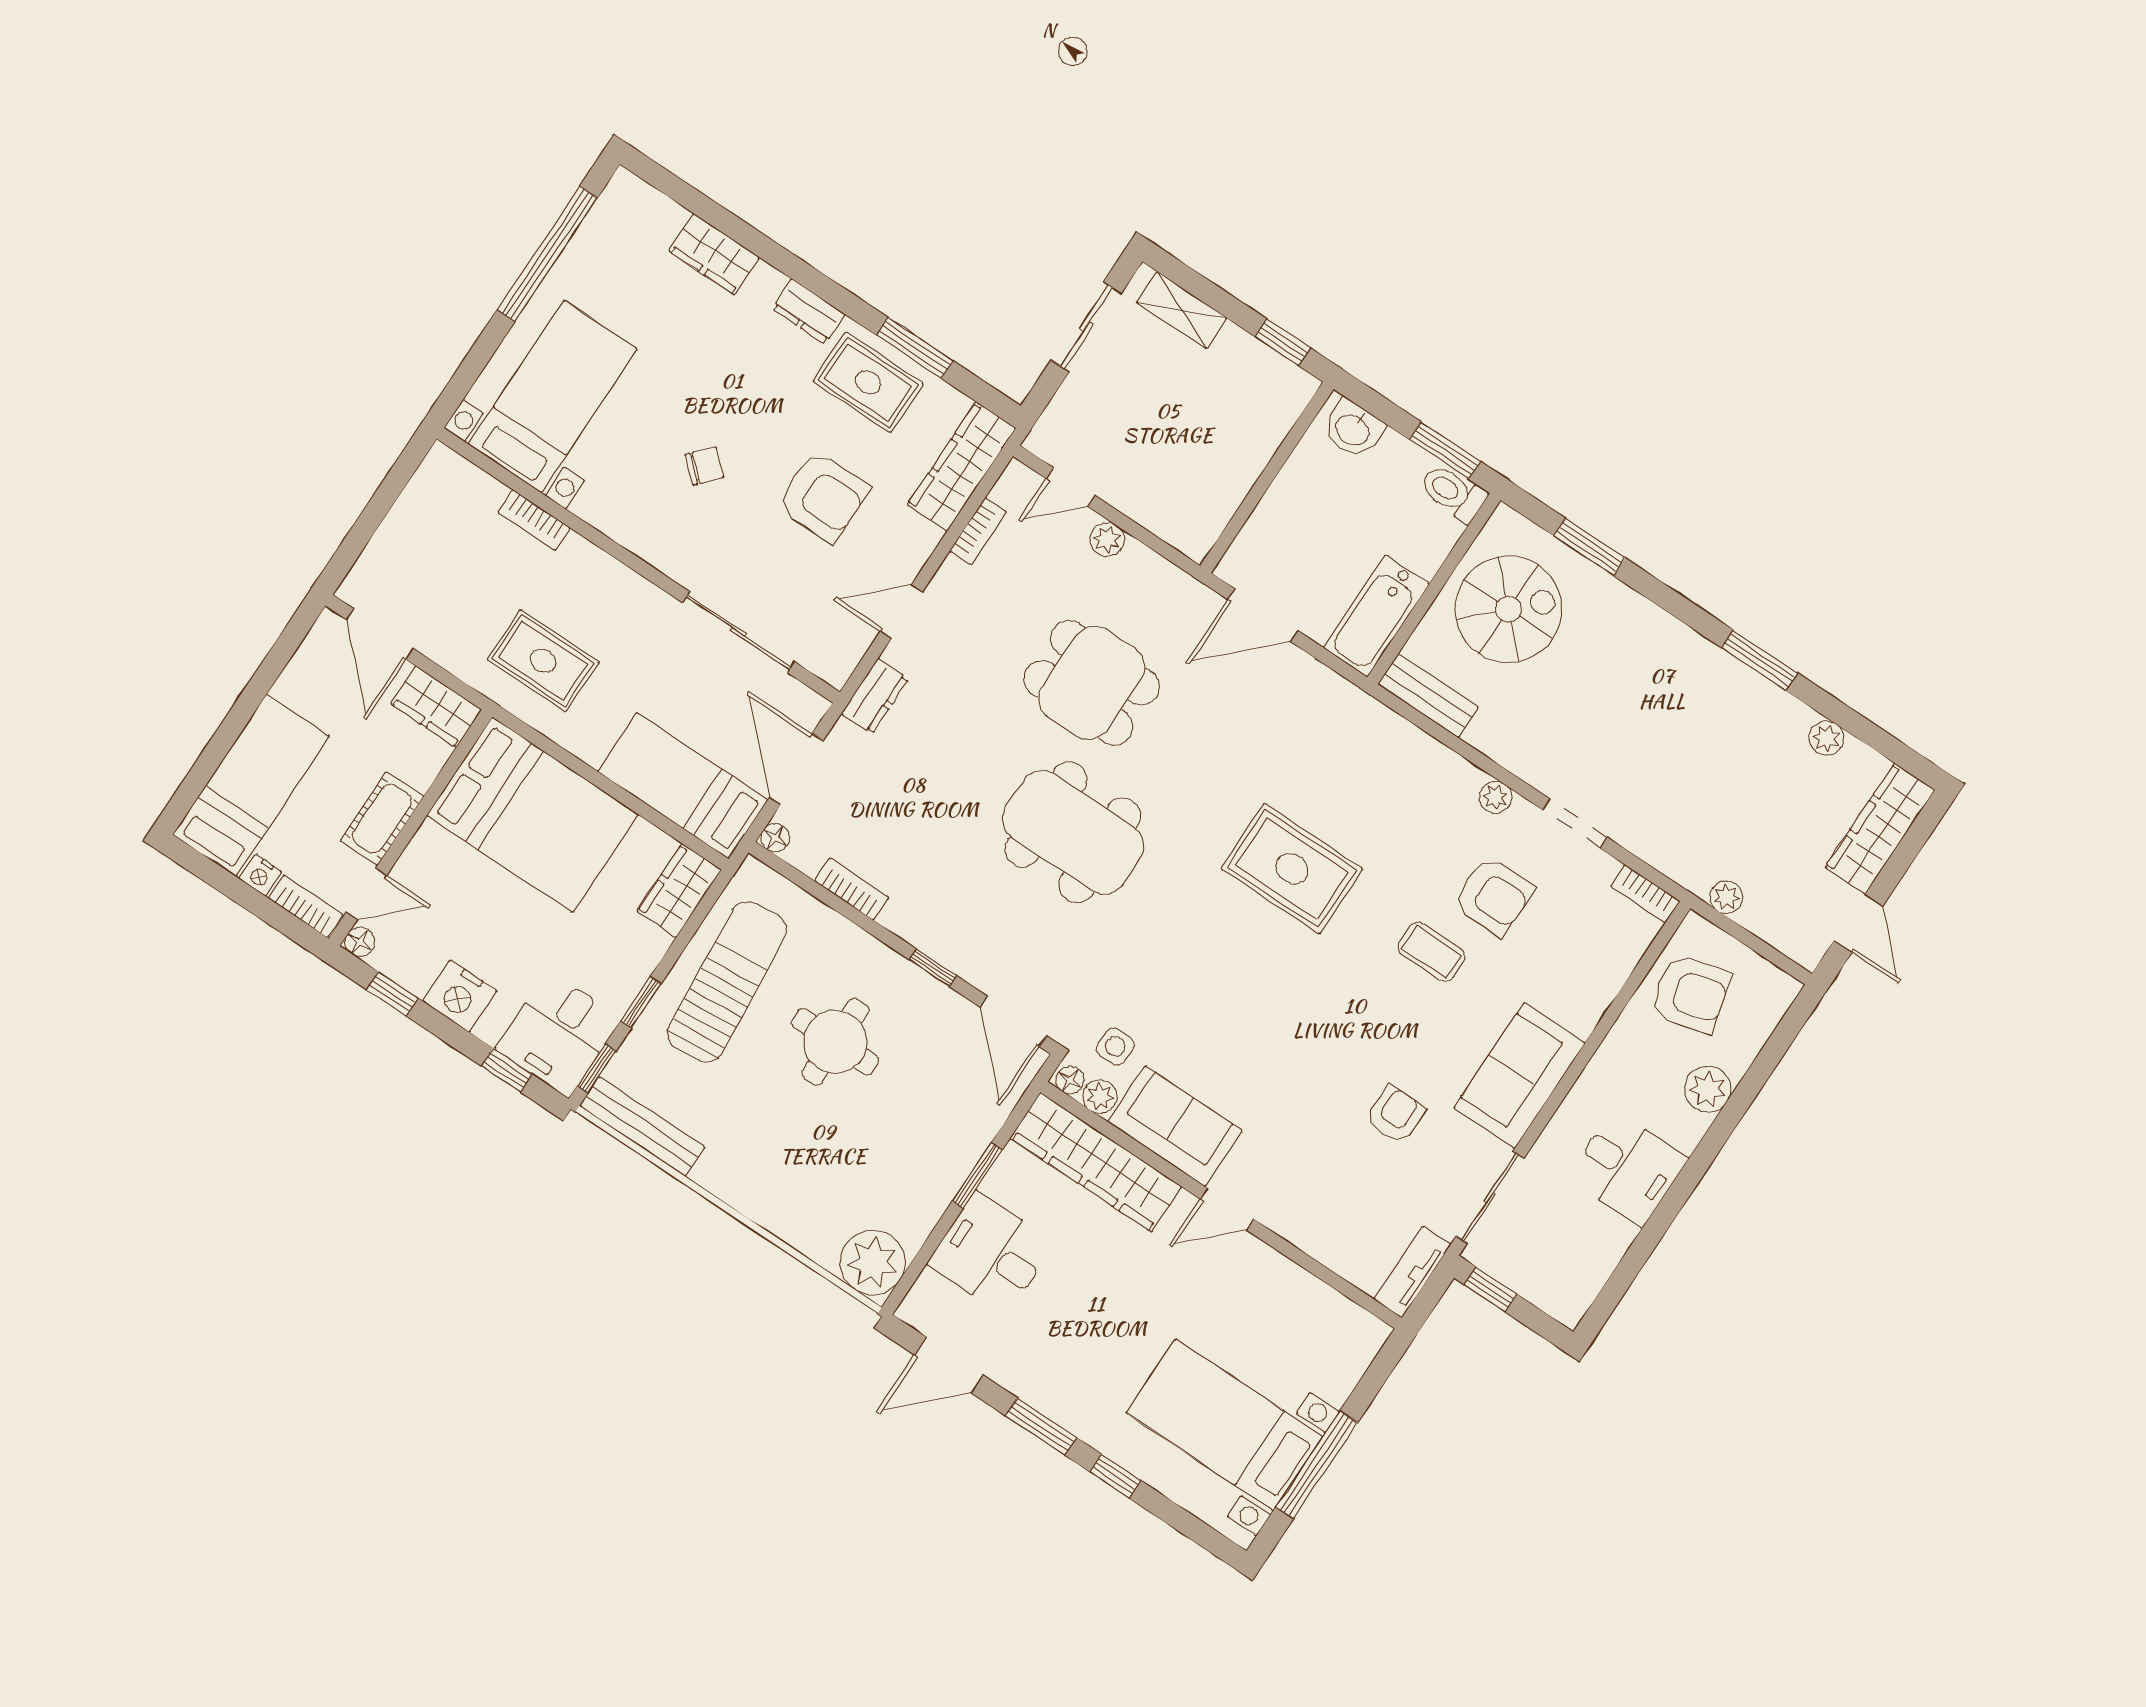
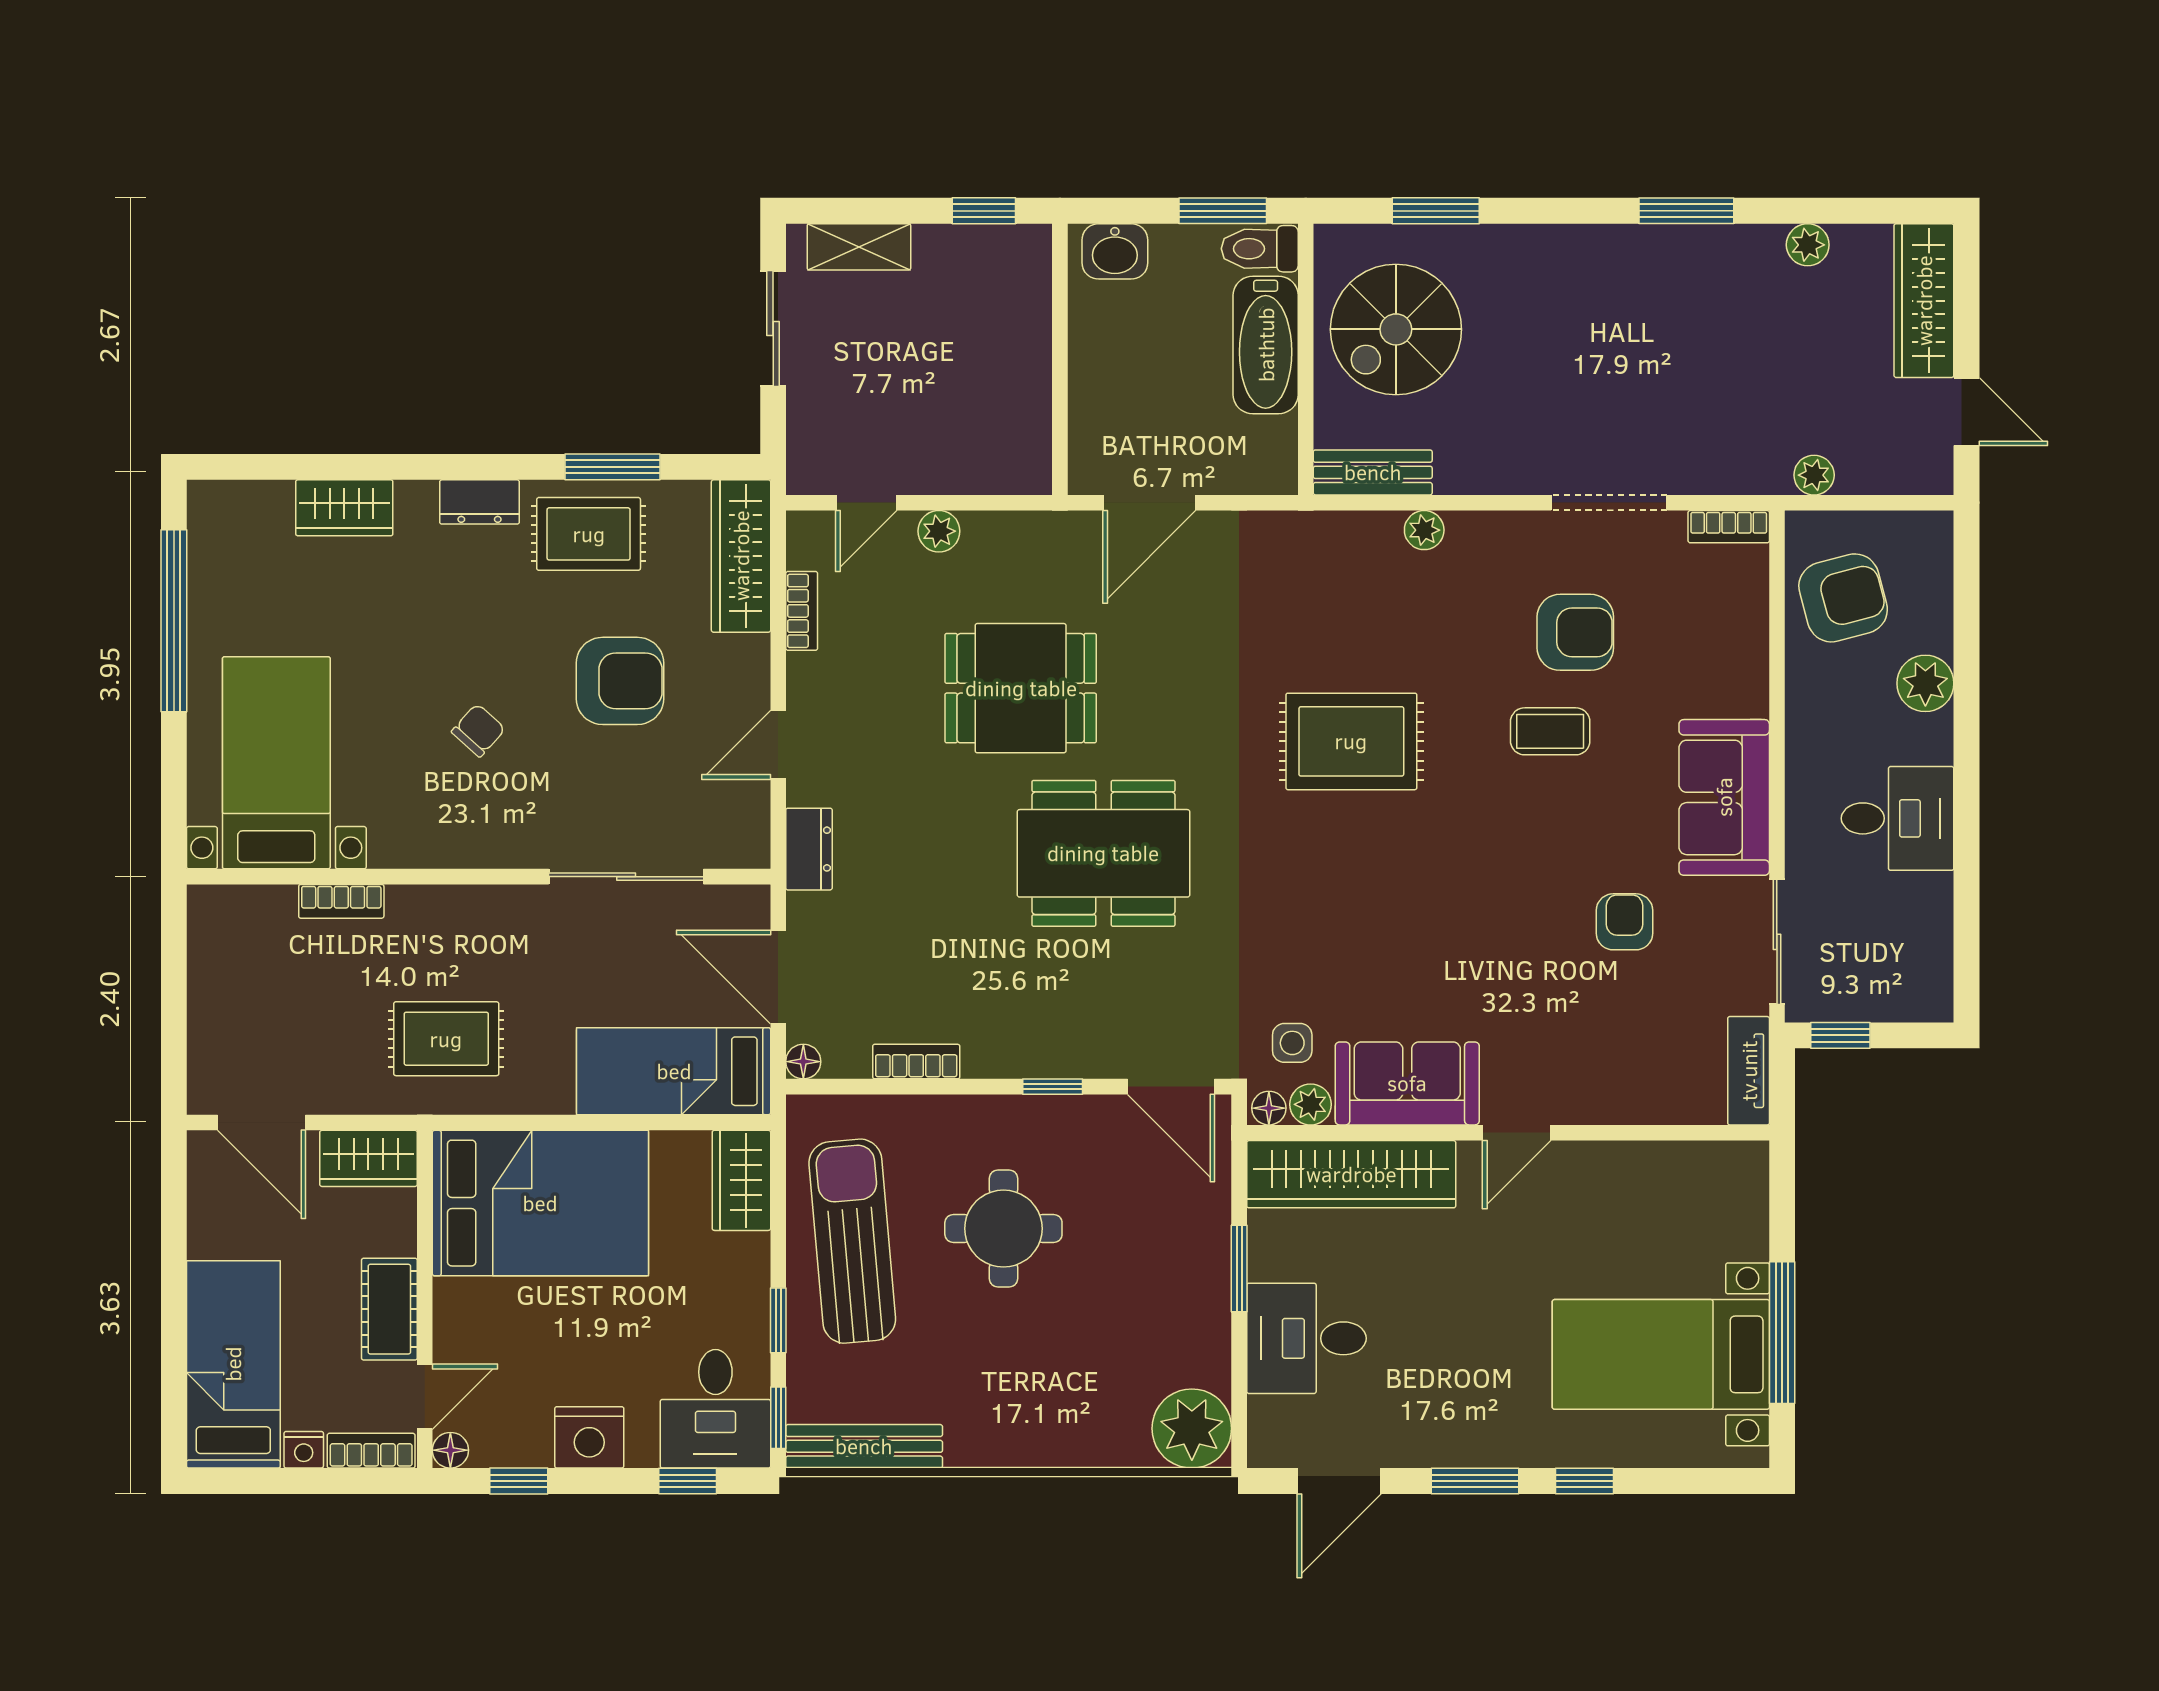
spiral stairs: (1509, 609) -> (1396, 329), turned 180
bathtub: (1376, 616) -> (1266, 345), moved
plant: (1495, 797) -> (1424, 530), moved
doorway: (1575, 823) -> (1609, 503), width x1.38

